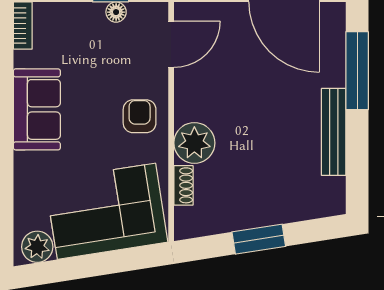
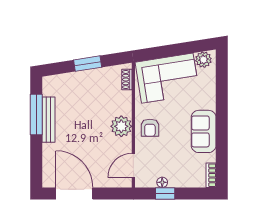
window: (357, 71) -> (36, 115), moved
plant: (194, 143) -> (121, 126), moved
shoe rack: (184, 185) -> (127, 80), moved

